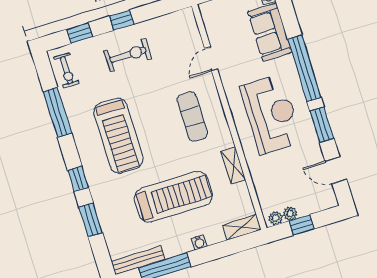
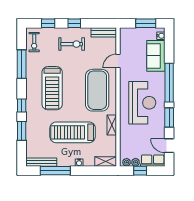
bench: (174, 20) -> (104, 32), added
exercise mat: (192, 117) -> (97, 90), width x2.00, depth x1.45
treadmill: (173, 197) -> (73, 132), turned 180
row of seats: (317, 202) -> (153, 161), added

